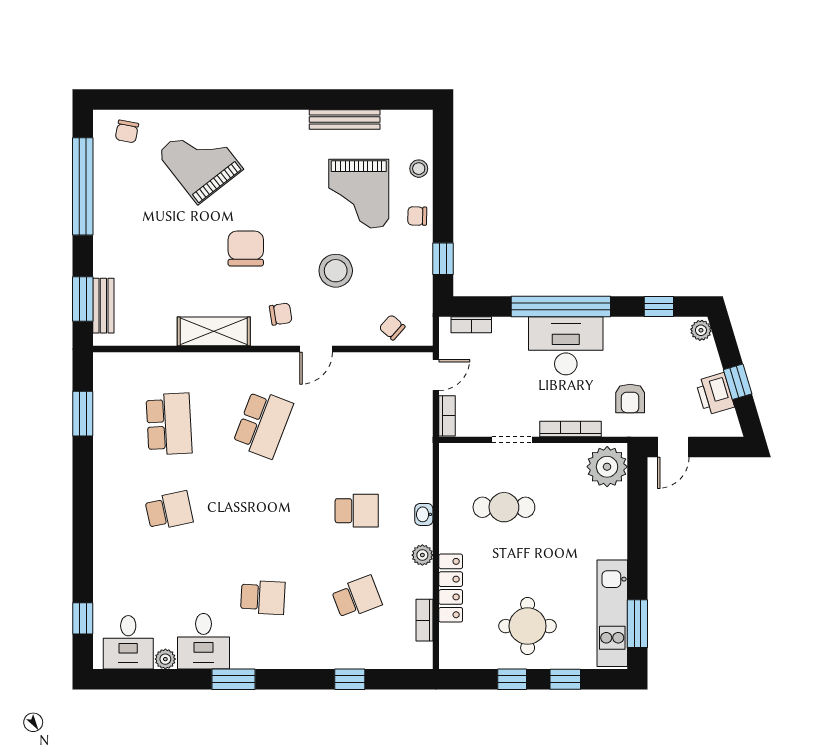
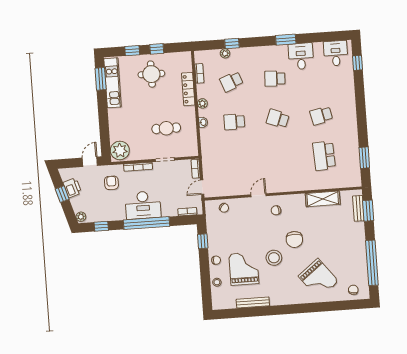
stool: (336, 271) -> (274, 258), moved
shelving: (214, 331) -> (323, 199), moved
school desk: (263, 424) -> (278, 119), moved, width x0.54
plant: (165, 659) -> (225, 53), moved

